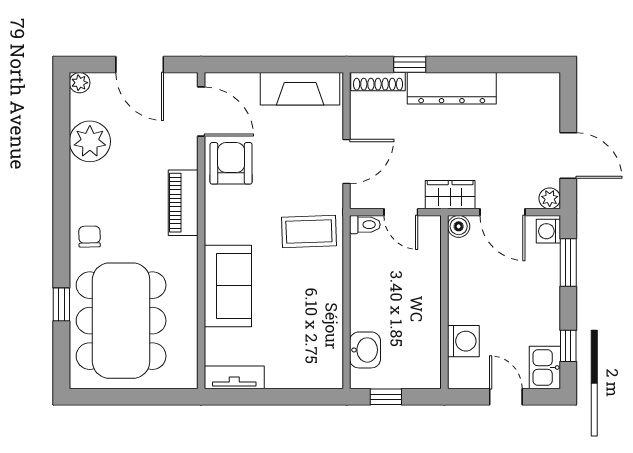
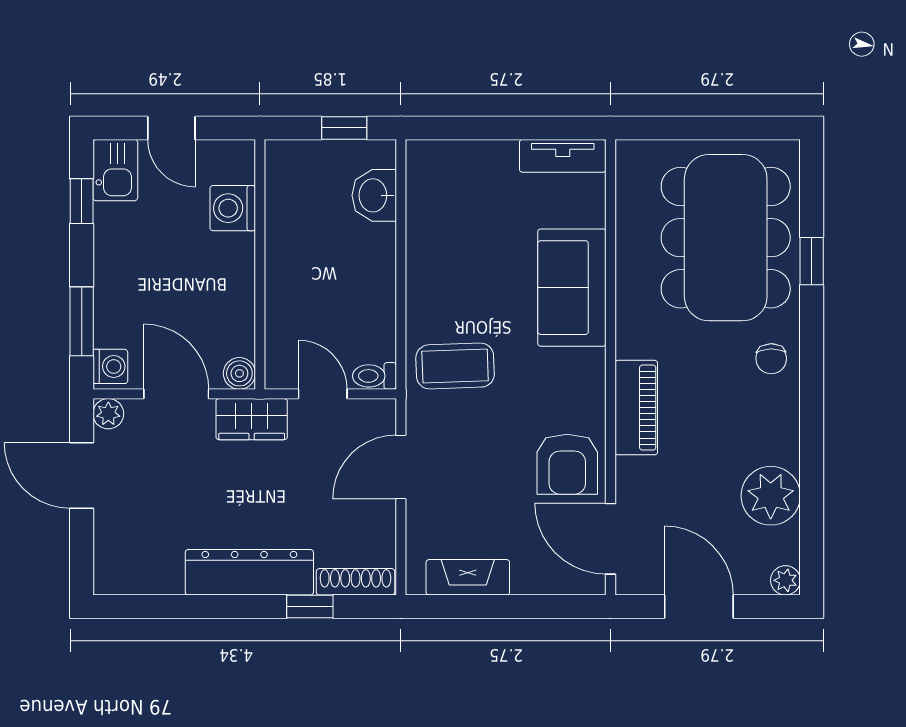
fireplace: (300, 89) -> (468, 577), width x0.73, depth x0.76

